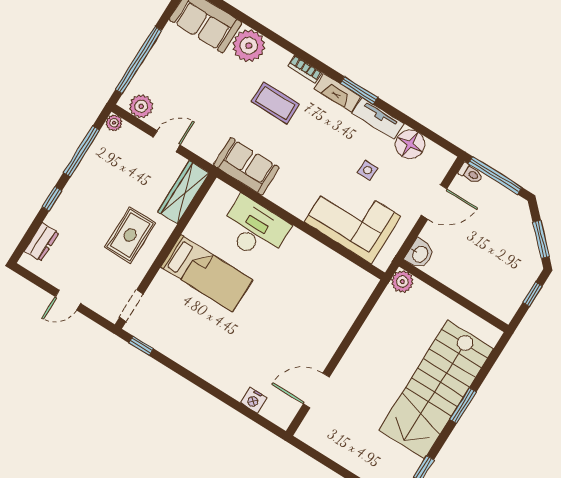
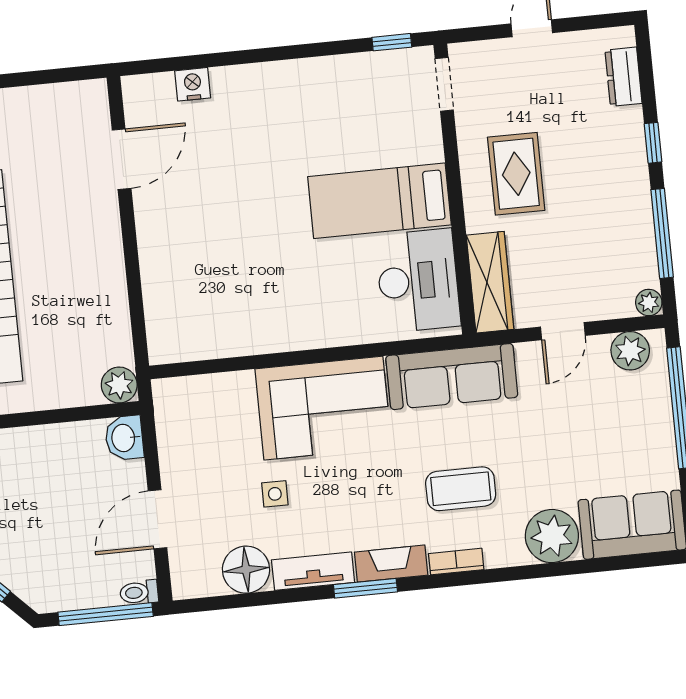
sofa: (246, 166) -> (452, 377), width x1.36
corner sofa: (353, 219) -> (323, 408), moved
desk: (254, 229) -> (418, 281), moved, turned -90

